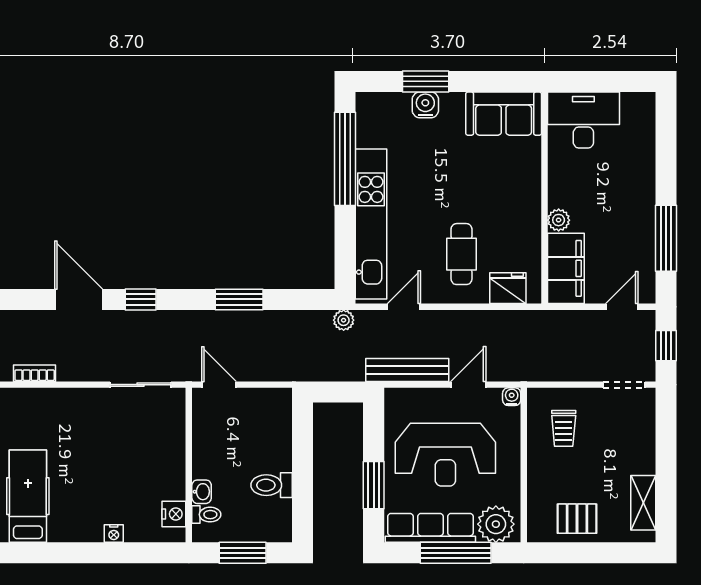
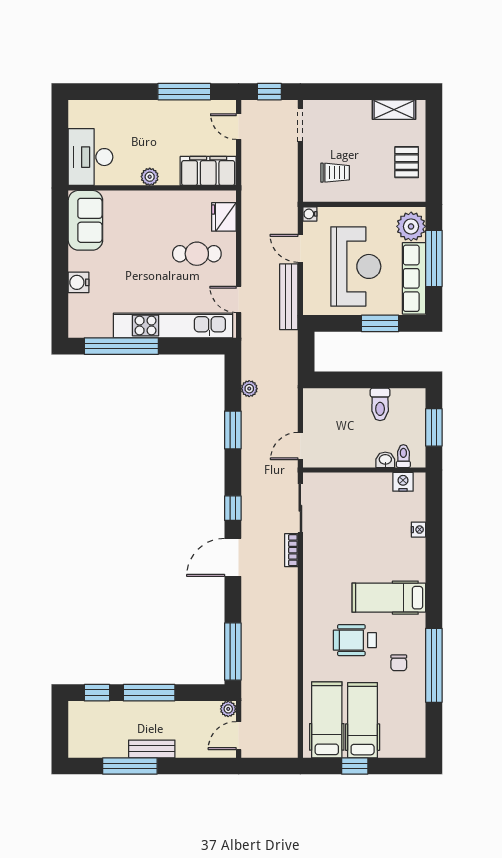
window: (426, 81) -> (60, 282), removed
plant: (559, 220) -> (150, 177), moved
plant: (344, 320) -> (249, 389), moved
bookcase: (35, 373) -> (291, 550), moved

